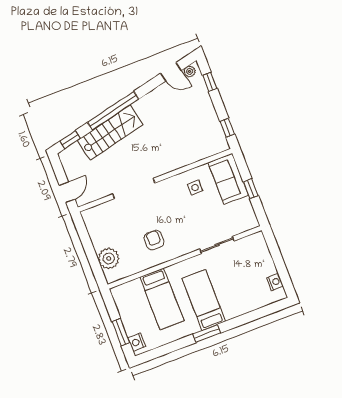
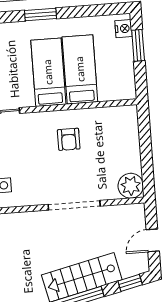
door: (67, 192) -> (153, 240), moved
plant: (109, 258) -> (131, 186), moved
bed: (204, 300) -> (48, 72), moved, turned 180

